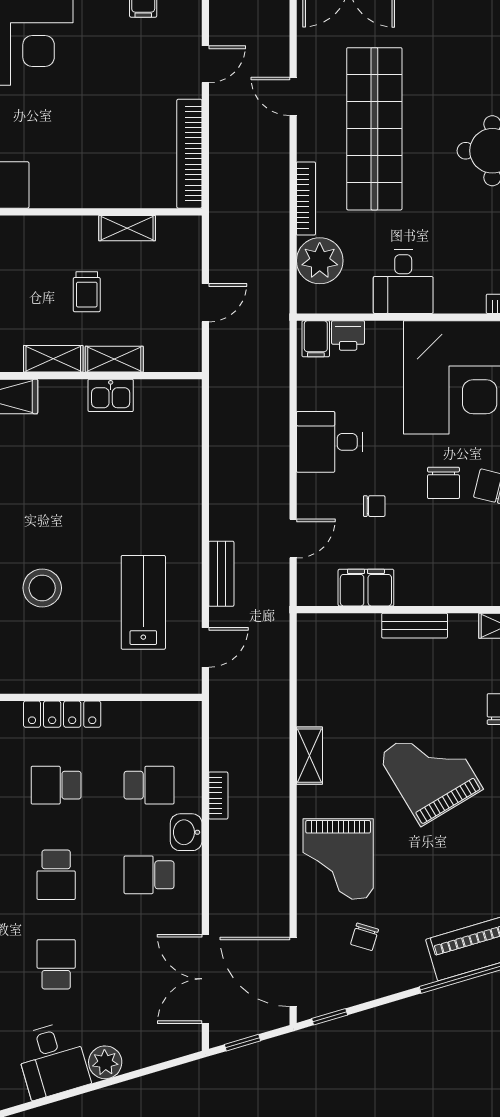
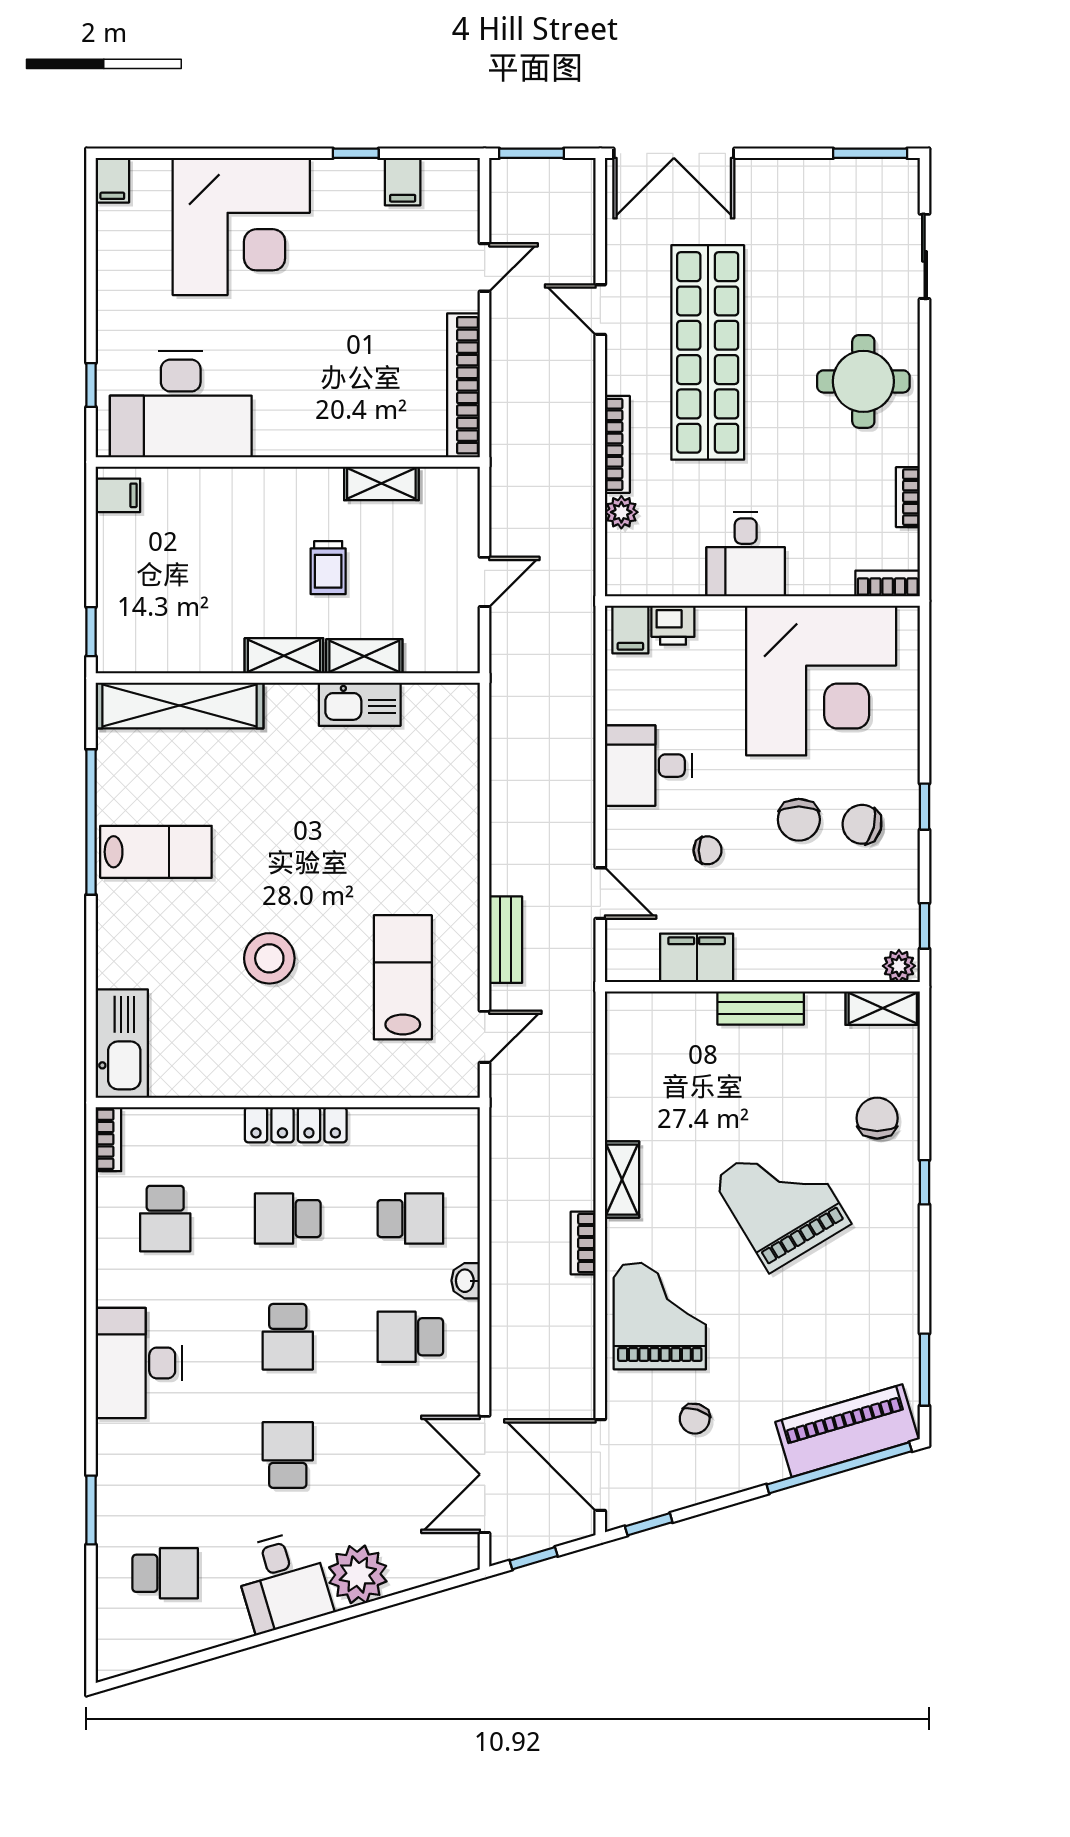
plant: (320, 261) -> (621, 512), width x0.53, depth x0.53
kitchen sink: (111, 395) -> (360, 704), width x1.38
door: (293, 539) -> (600, 893), hinge flipped
bookcase: (218, 795) -> (583, 1243), moved, turned 180
washbasin: (186, 832) -> (466, 1281), width x0.72, depth x0.69
grand piano: (338, 859) -> (660, 1316), turned 180
plant: (105, 1062) -> (358, 1574), width x1.36, depth x1.36

